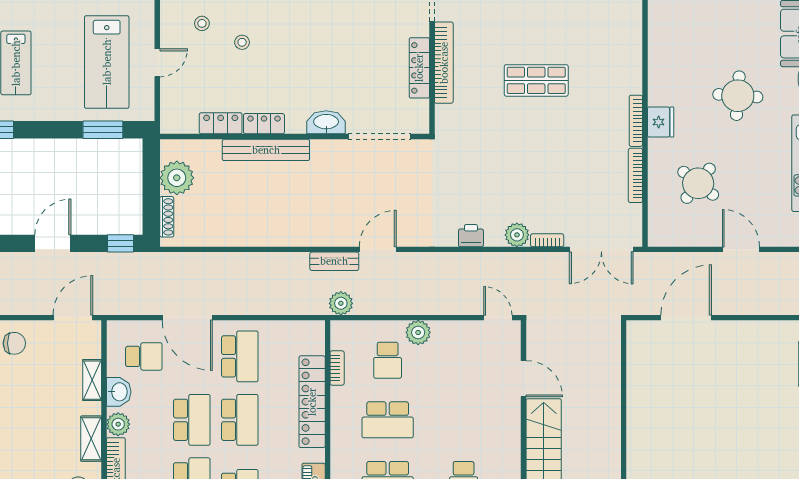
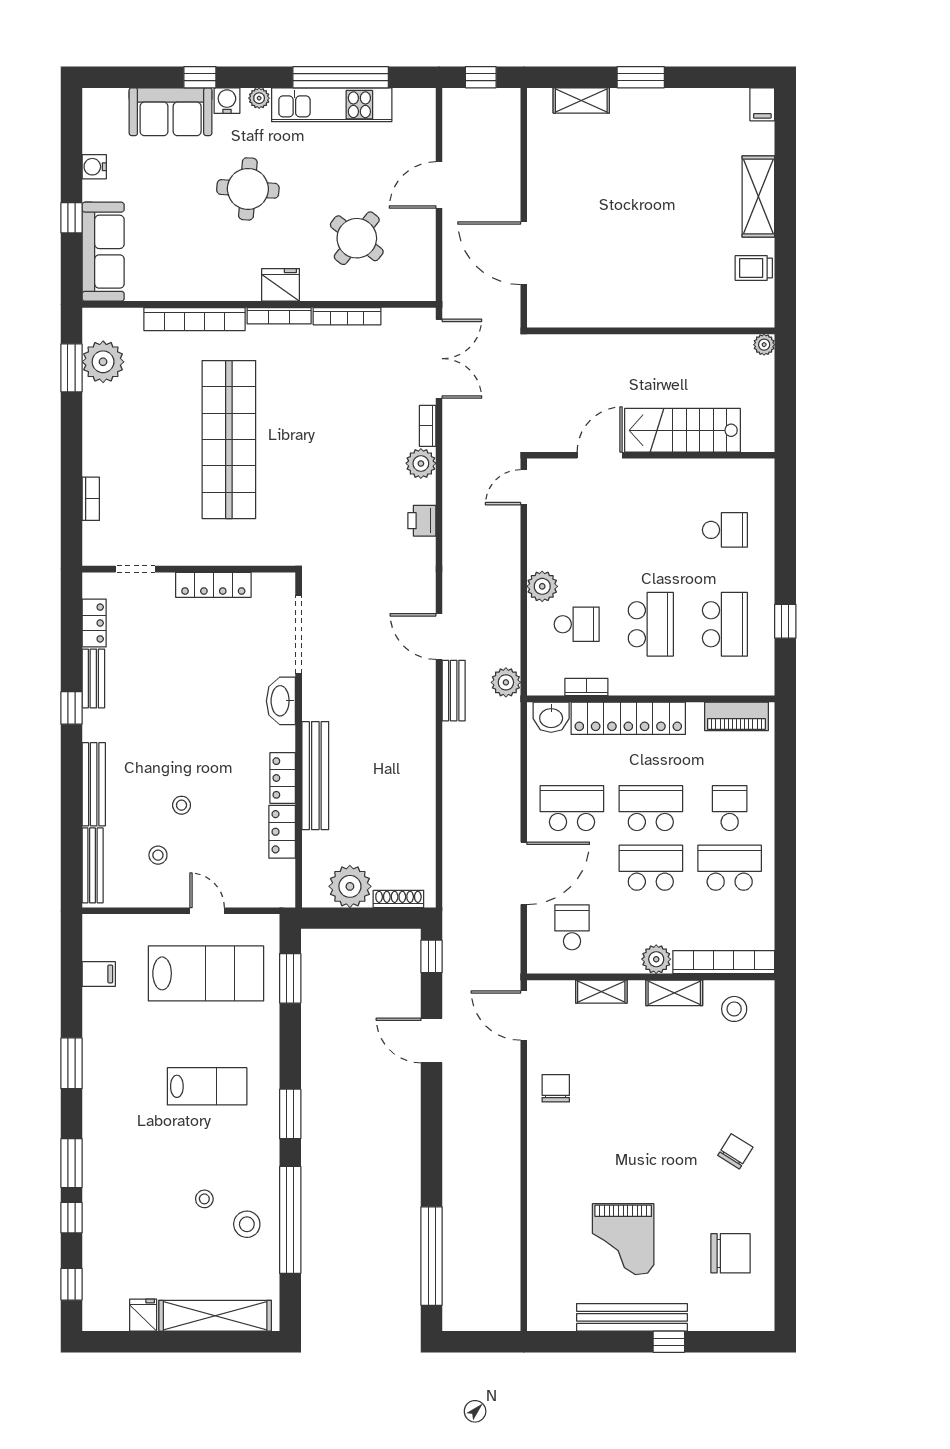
bookcase: (444, 63) -> (194, 319), moved, turned 180
shop shelf: (536, 80) -> (229, 440), width x2.00, depth x1.36
washbasin: (119, 392) -> (551, 717), moved, turned 180

